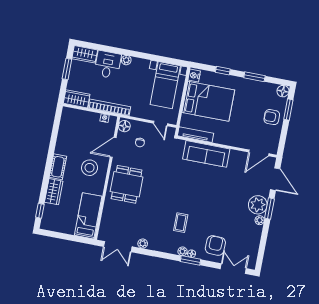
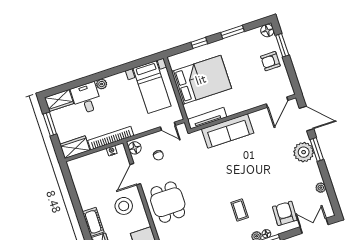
nightstand: (194, 75) -> (174, 63), removed
plant: (260, 220) -> (321, 188), moved

